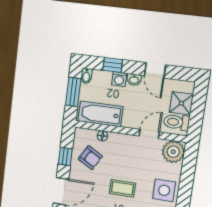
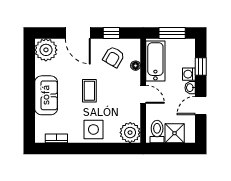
bidet: (86, 76) -> (188, 43), removed
door: (149, 134) -> (143, 94), moved

